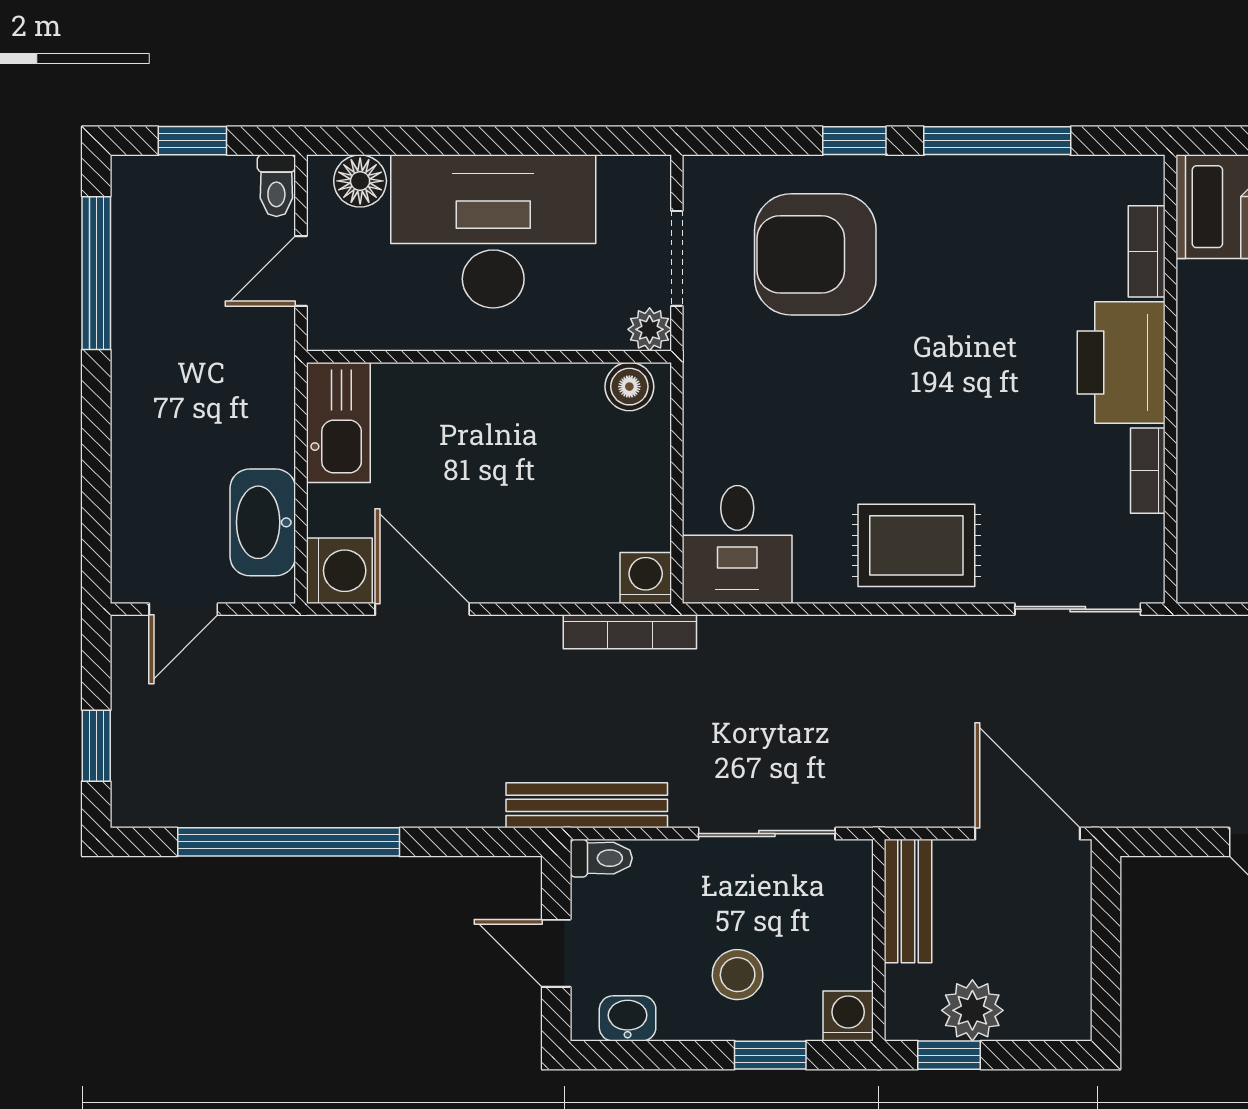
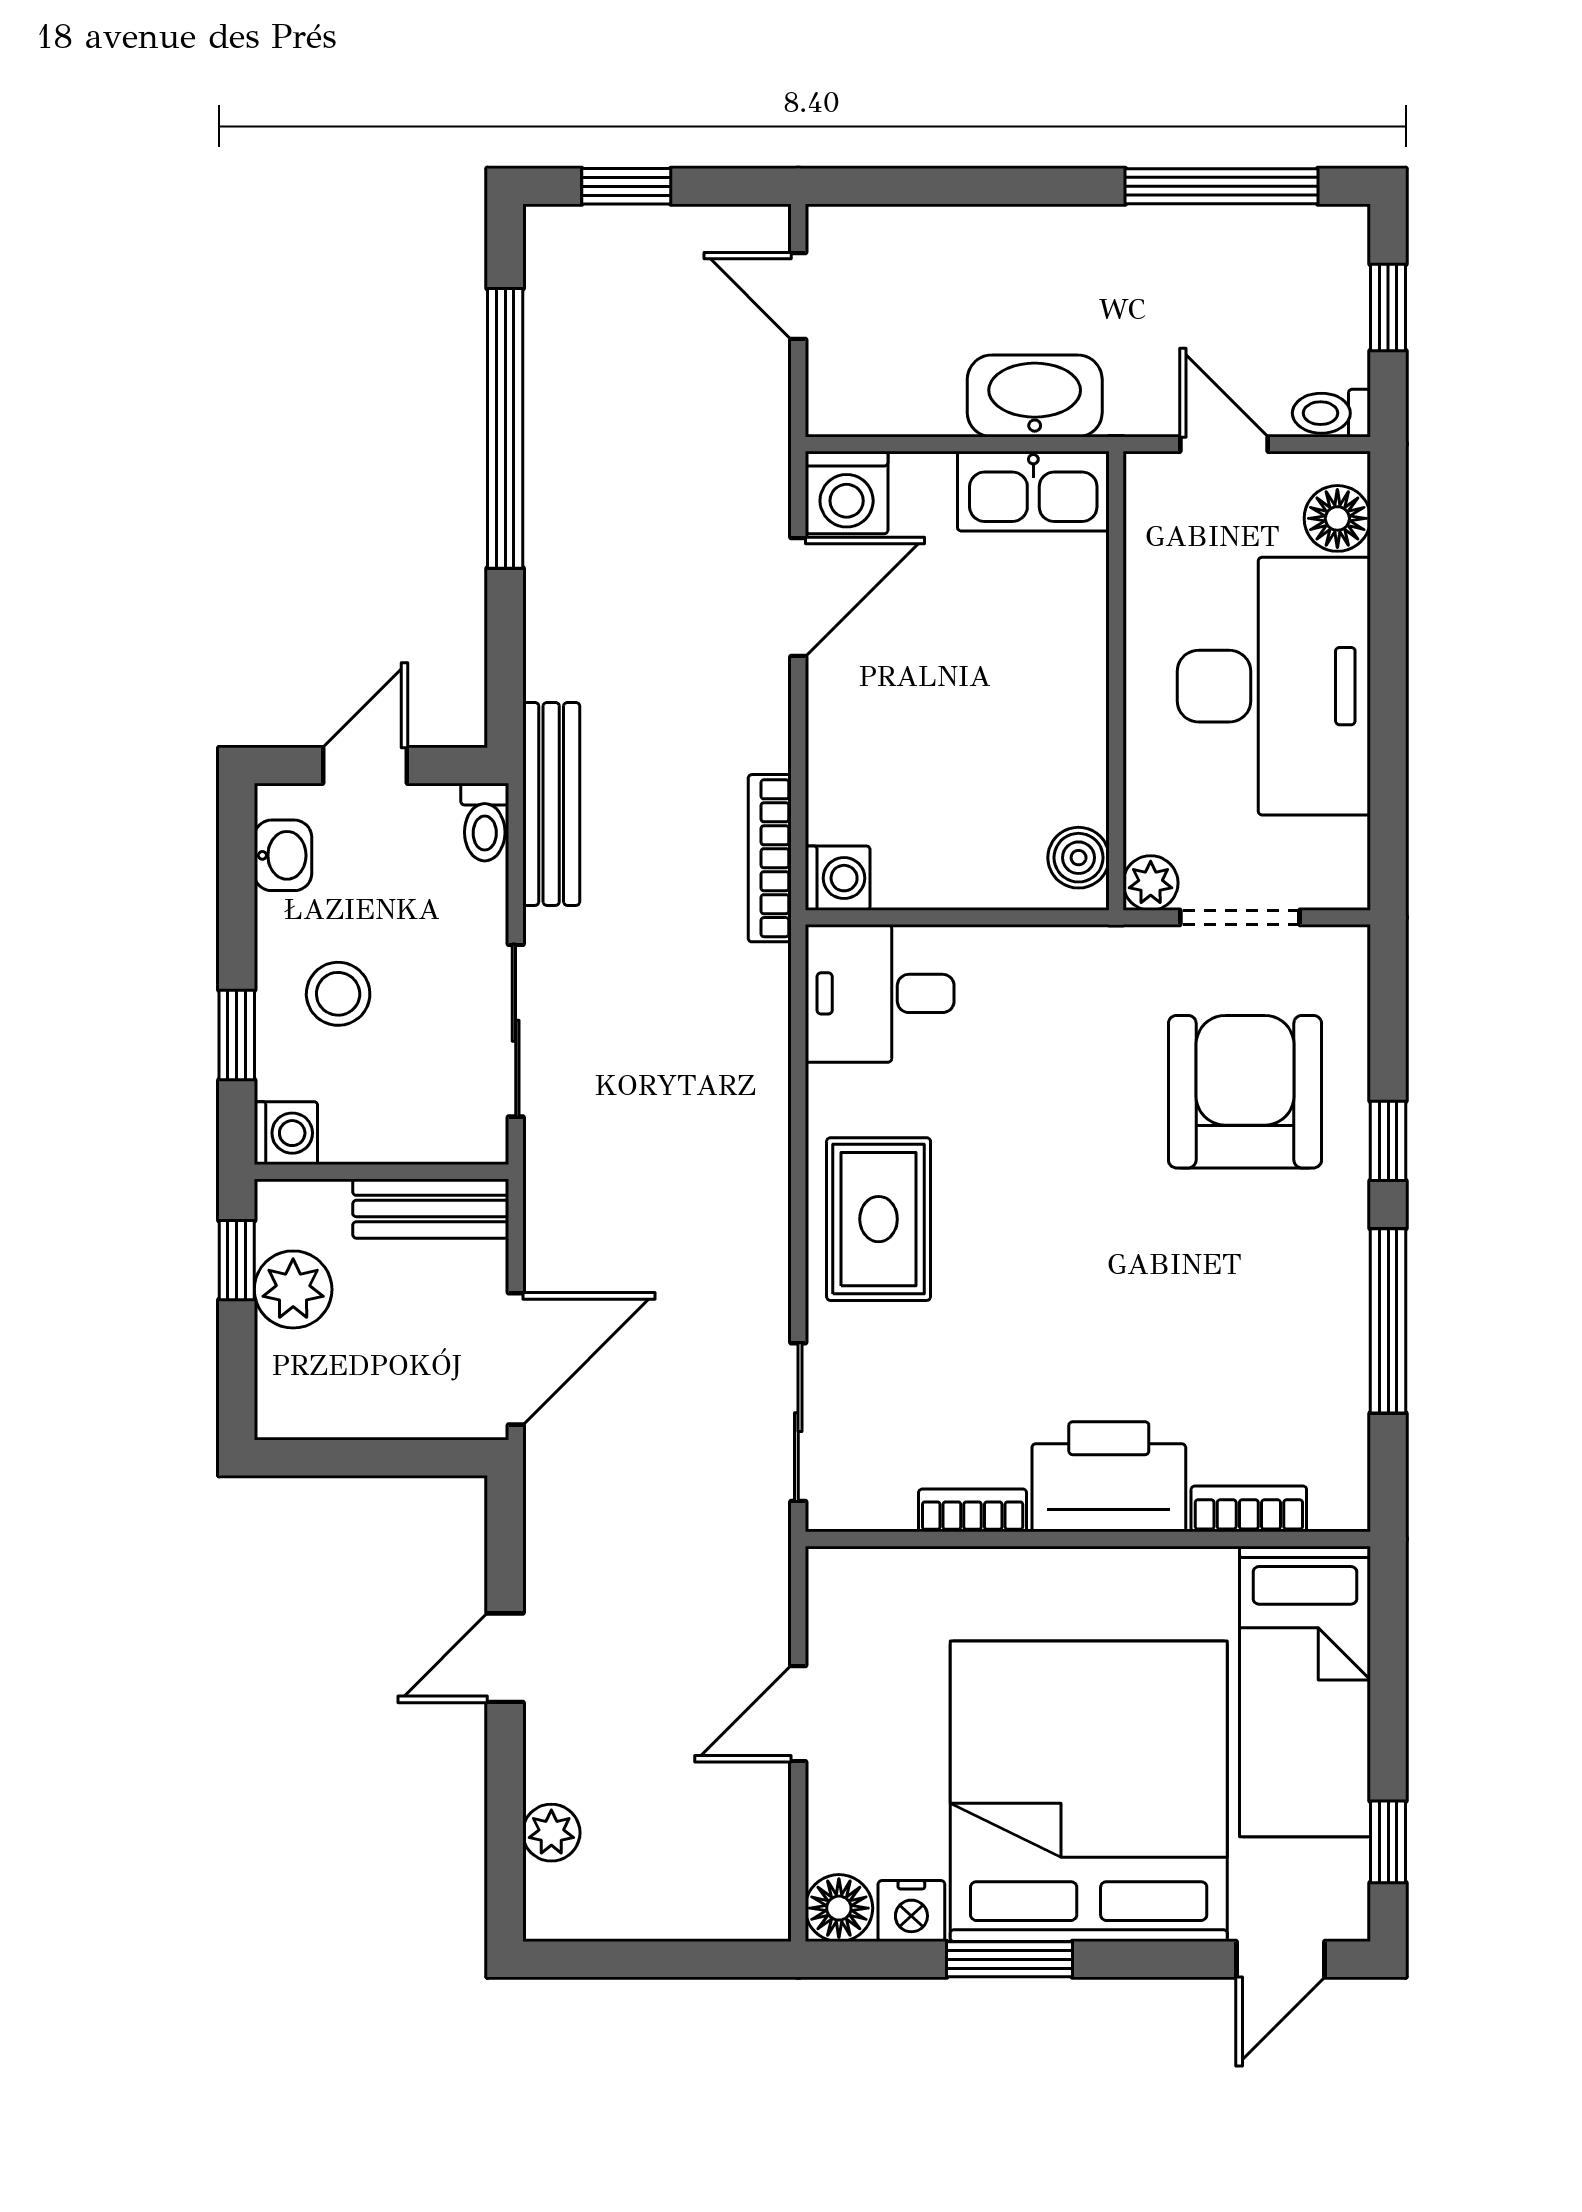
washbasin: (263, 522) -> (1035, 396), moved

